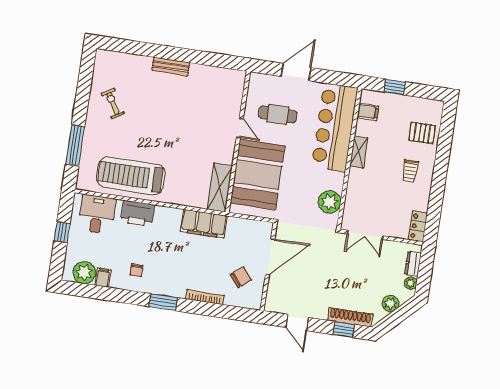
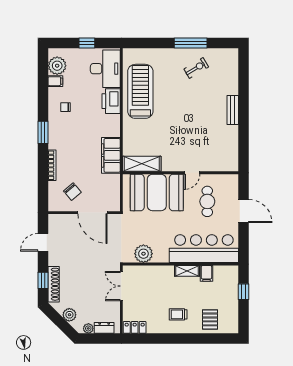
filing cabinet: (368, 112) -> (206, 273), moved
window: (75, 146) -> (191, 43), moved
desk: (97, 214) -> (105, 69), width x1.37

